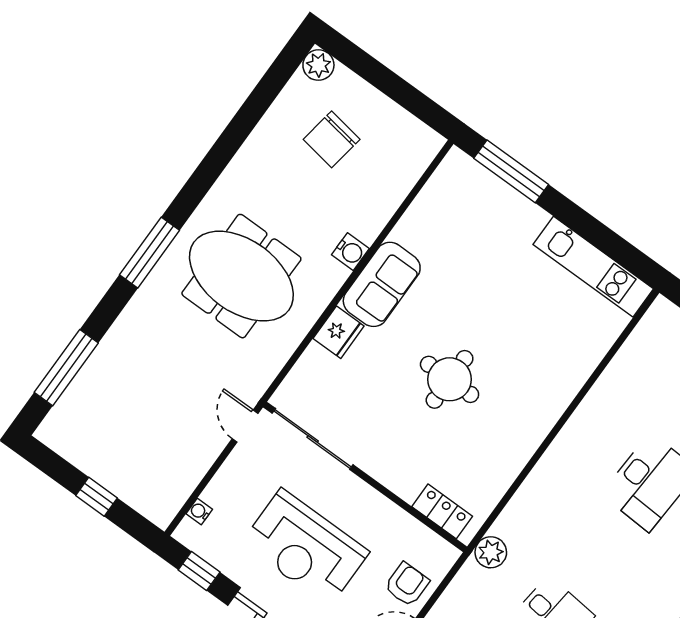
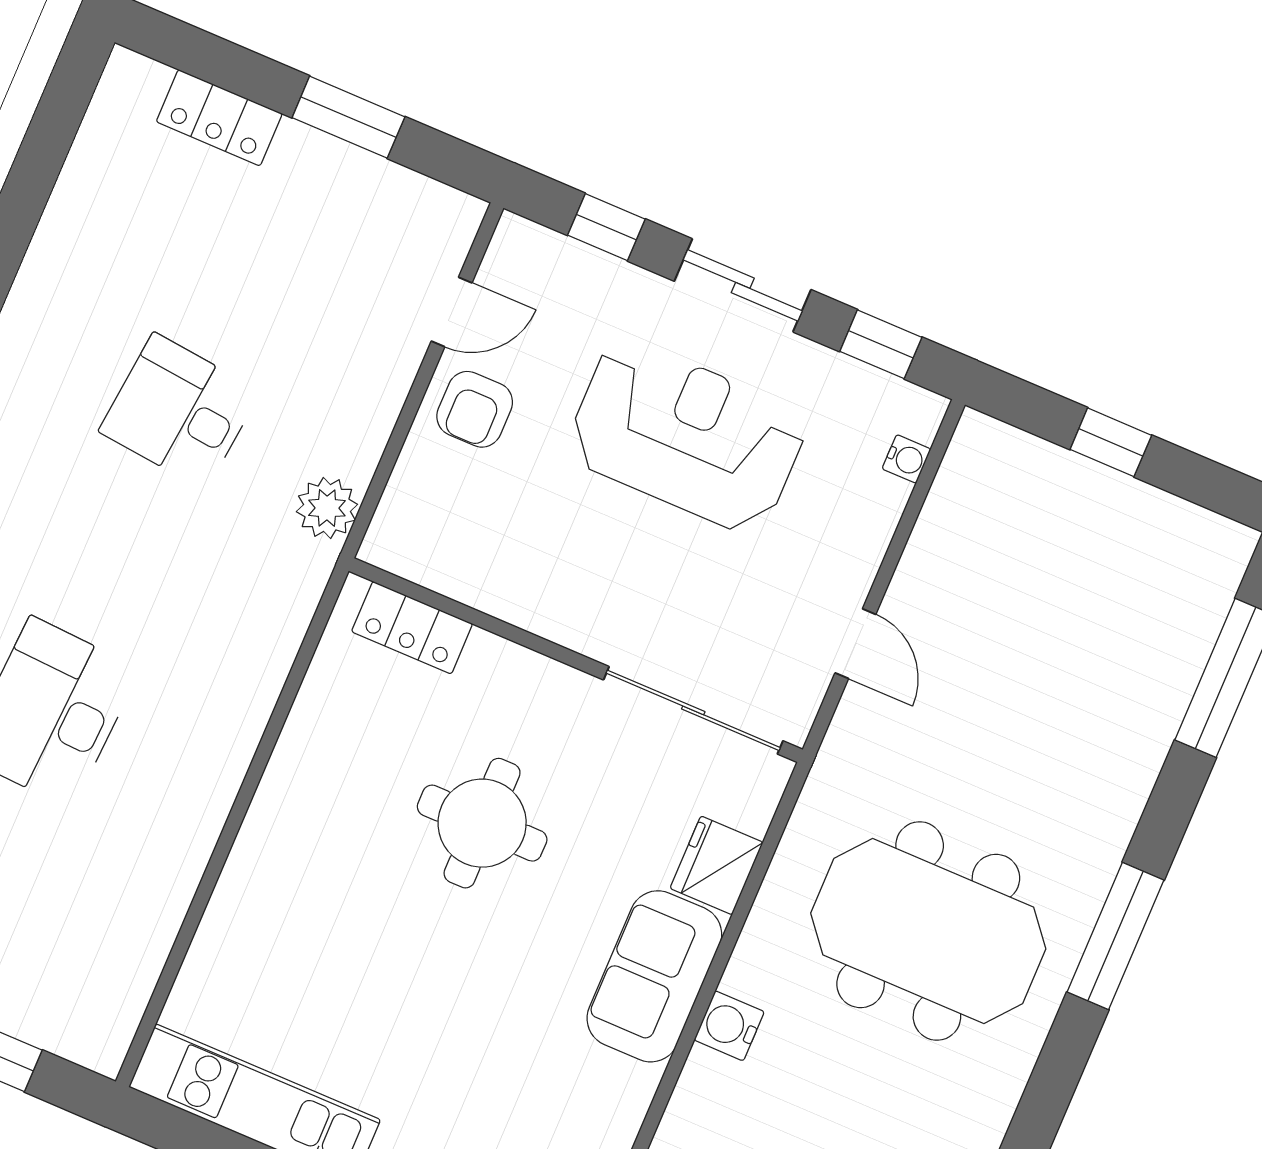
sliding door: (313, 439) -> (693, 710), moved
wall: (365, 477) -> (576, 660), moved
locker: (442, 511) -> (412, 628), moved

